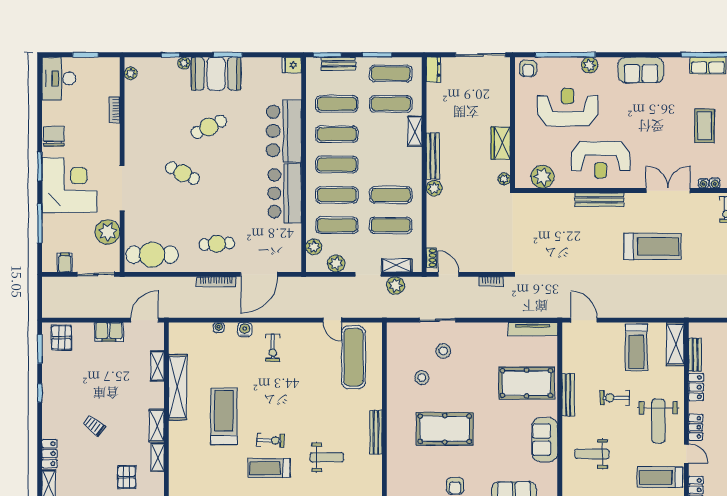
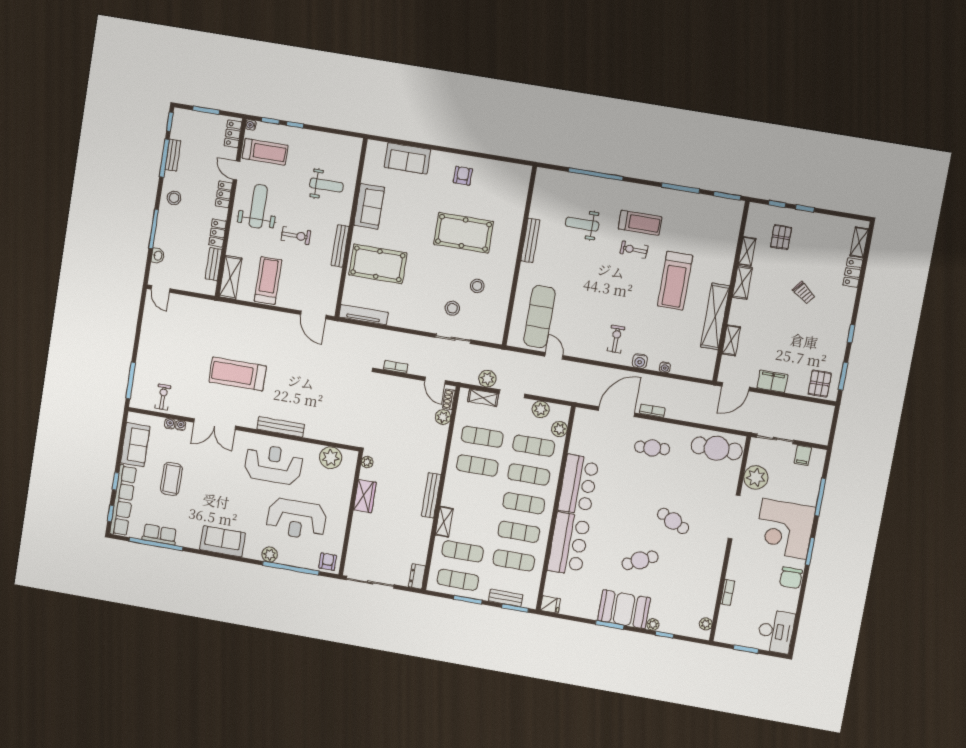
plant: (434, 188) -> (443, 417), moved
bookcase: (216, 282) -> (652, 411), width x0.64

